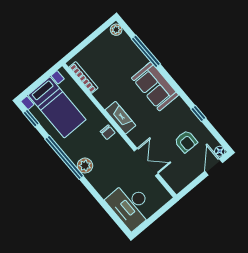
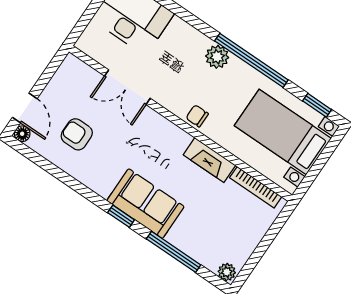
window: (198, 114) -> (121, 216), moved
fireplace: (120, 118) -> (209, 160), moved

